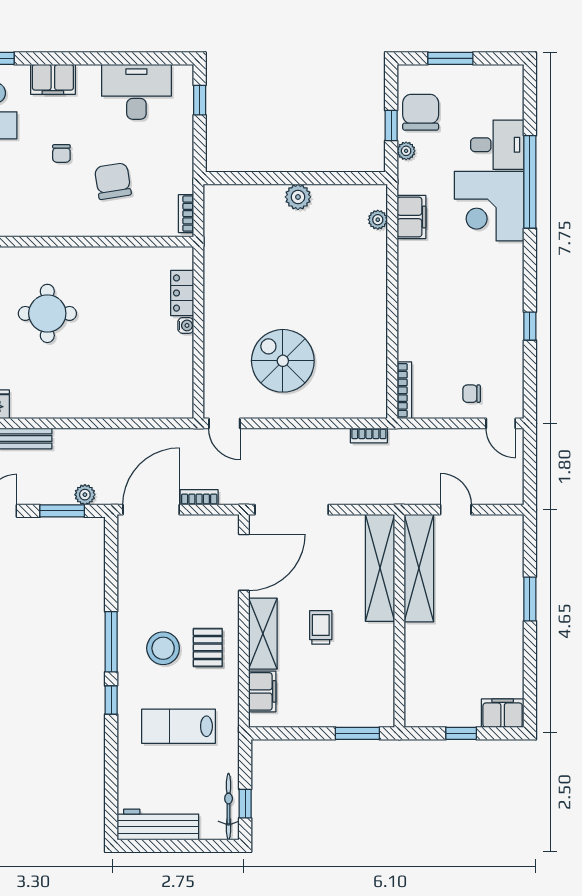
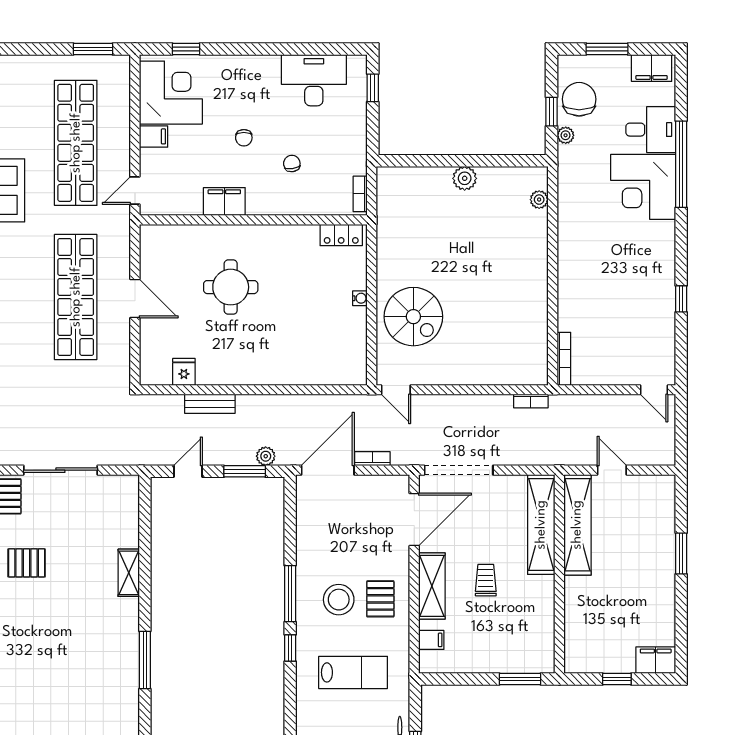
filing cabinet: (53, 79) -> (224, 202), moved, turned 180
chair: (113, 181) -> (292, 163), width x0.54, depth x0.54
filing cabinet: (411, 217) -> (652, 68), moved, turned 90
locker: (182, 293) -> (341, 235), moved, turned -90
spiral stairs: (283, 361) -> (413, 317), moved, turned 180
chair: (472, 394) -> (627, 362), removed
filing cabinet: (262, 691) -> (431, 640), width x0.50
lab bench: (178, 726) -> (353, 672), turned 180

